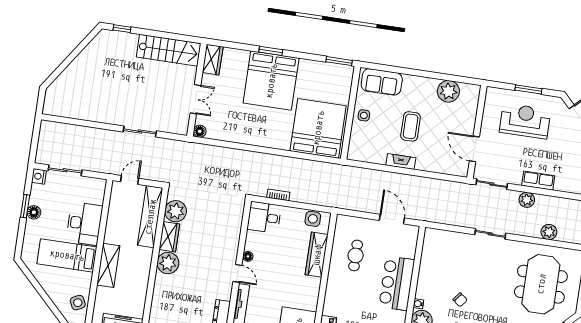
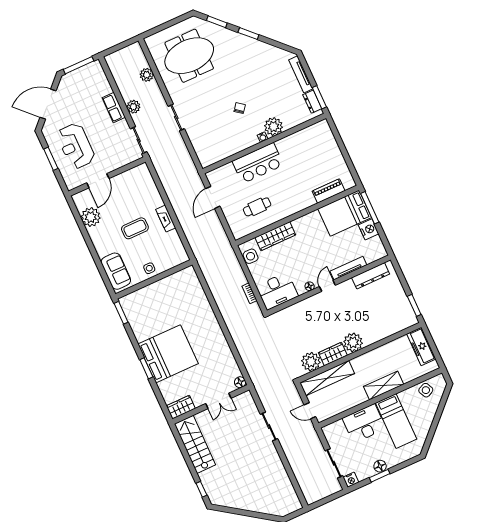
double door: (195, 99) -> (218, 401), swing flipped
bed: (318, 128) -> (181, 296), removed
door: (474, 149) -> (98, 181), moved
desk: (264, 217) -> (277, 291), width x1.37

